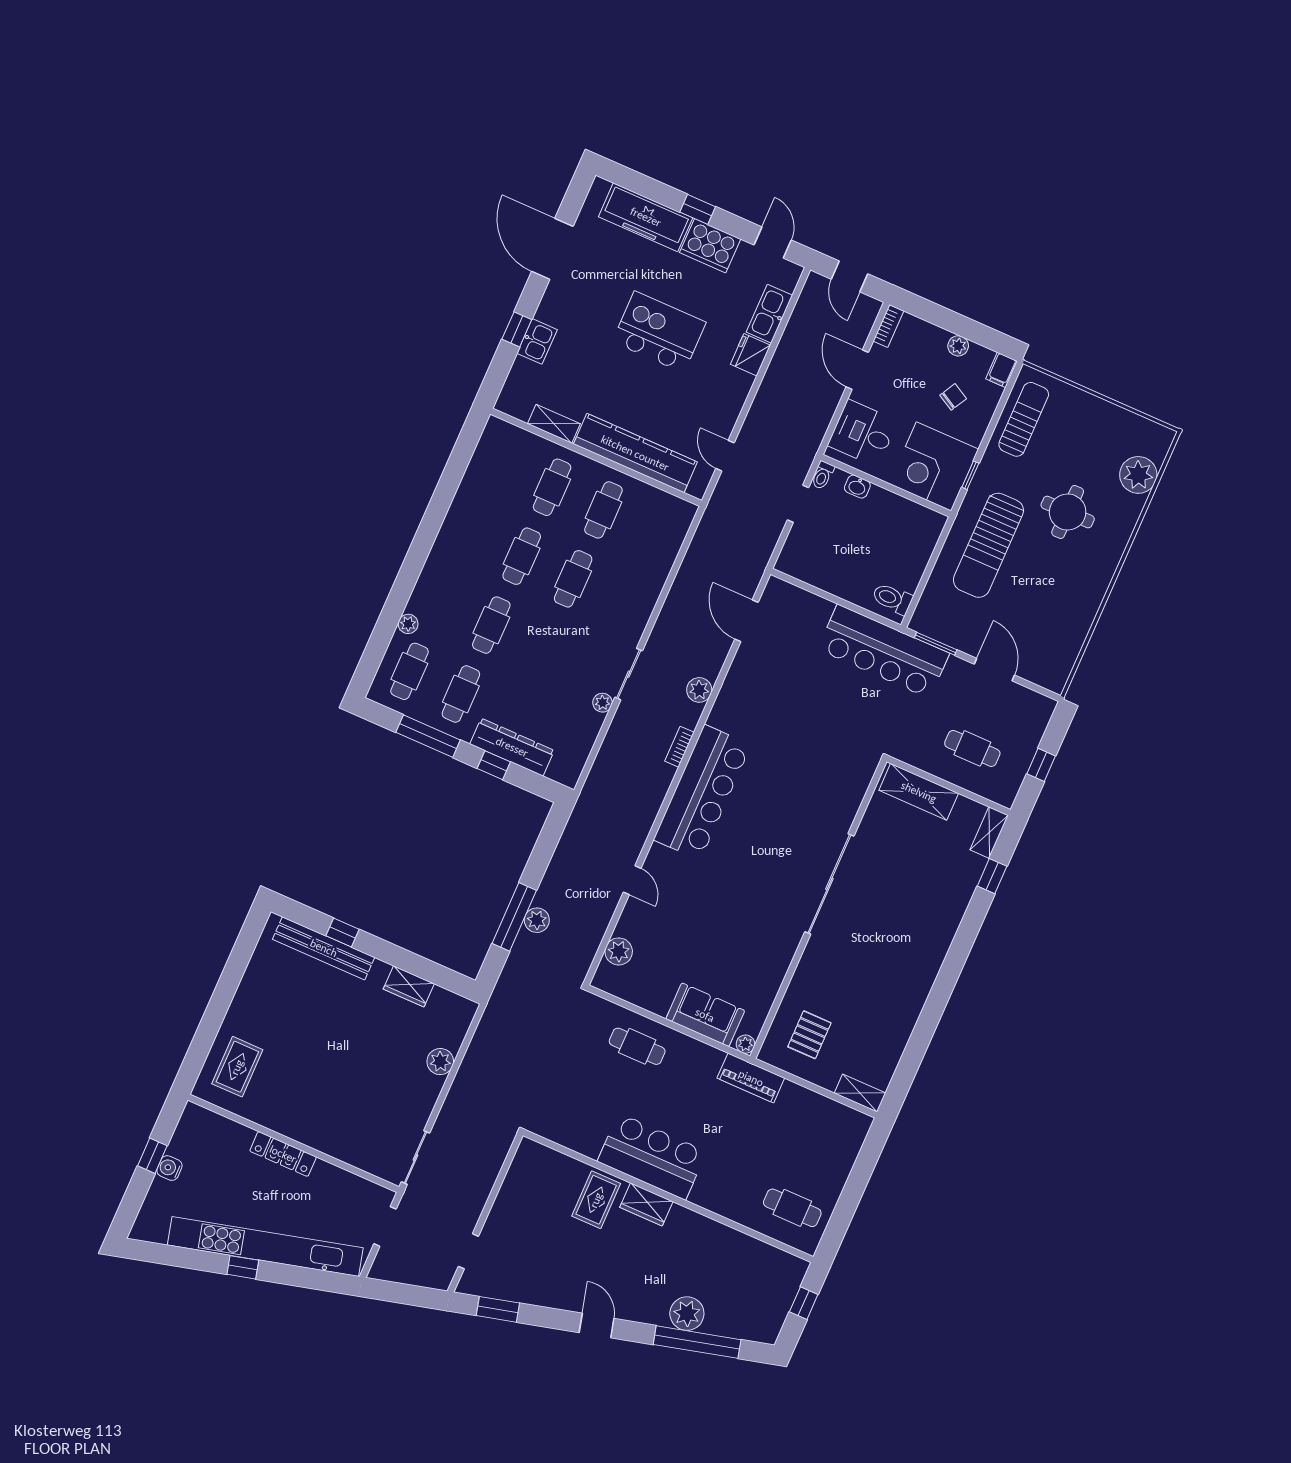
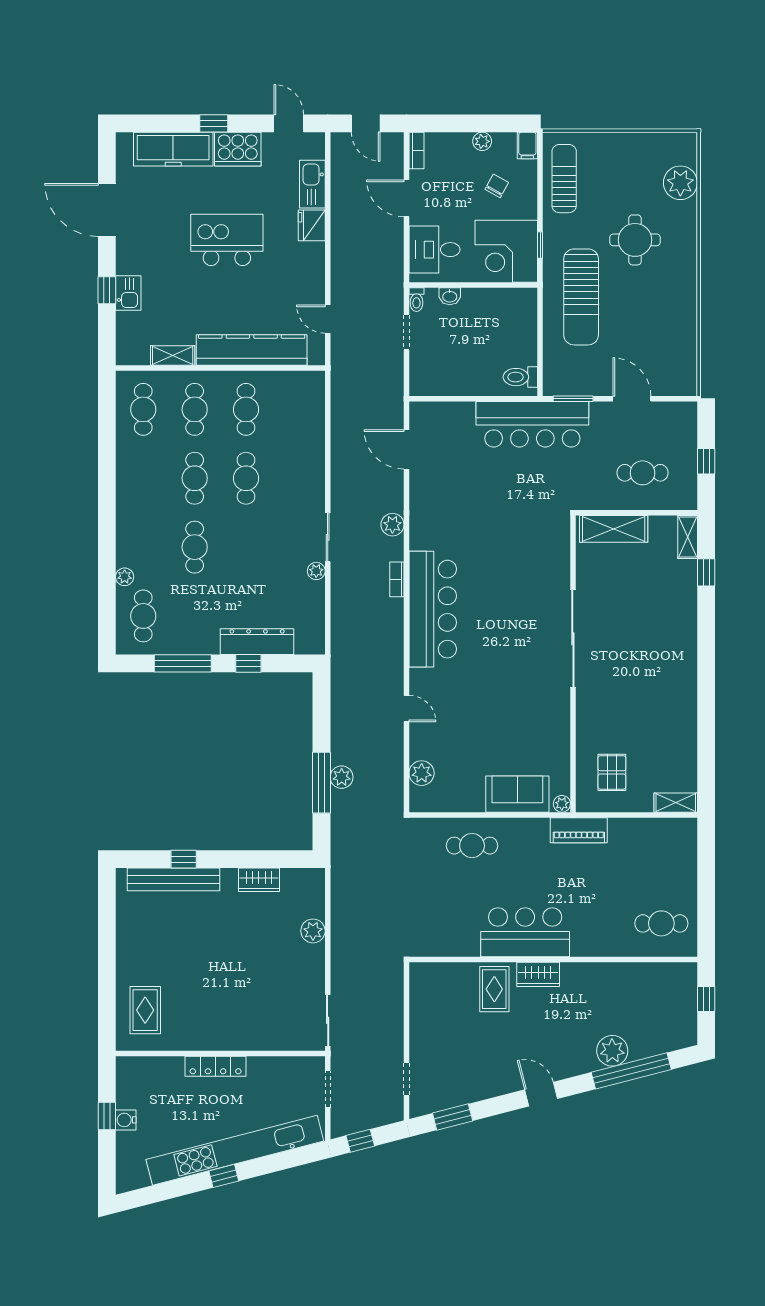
cafe table: (461, 694) -> (143, 409), moved
window: (395, 1292) -> (360, 1141), added

